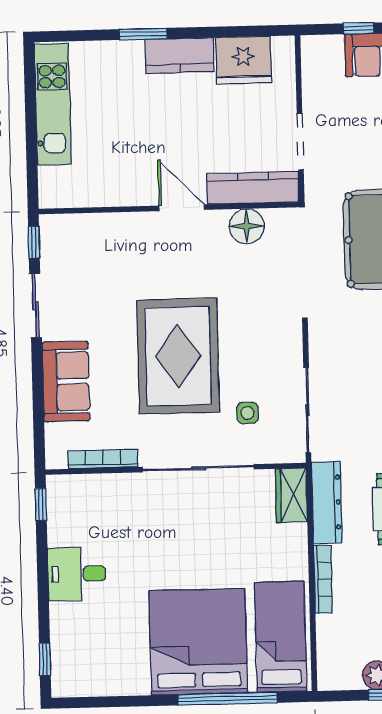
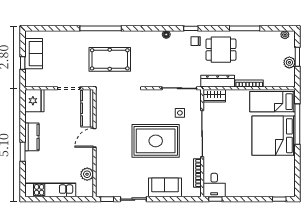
fridge: (243, 60) -> (34, 101), moved
plant: (93, 192) -> (87, 174), added
floor lamp: (247, 226) -> (103, 111), removed
desk: (77, 574) -> (214, 185), moved

